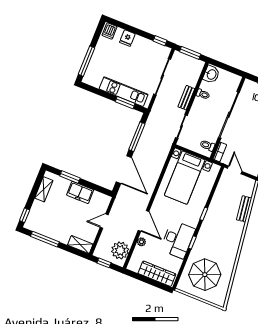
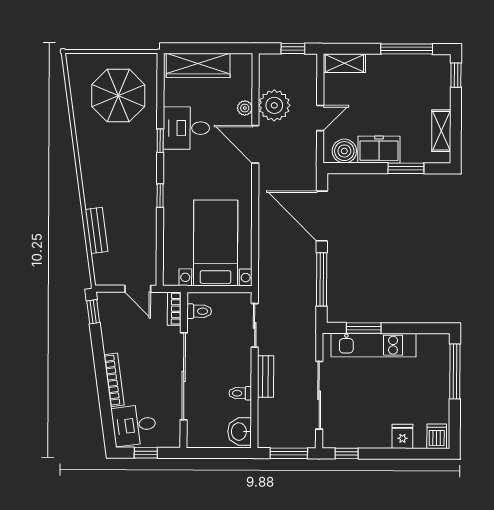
boiler: (98, 199) -> (344, 151), added
desk: (178, 239) -> (186, 128), width x0.73
plant: (120, 250) -> (274, 105), moved

